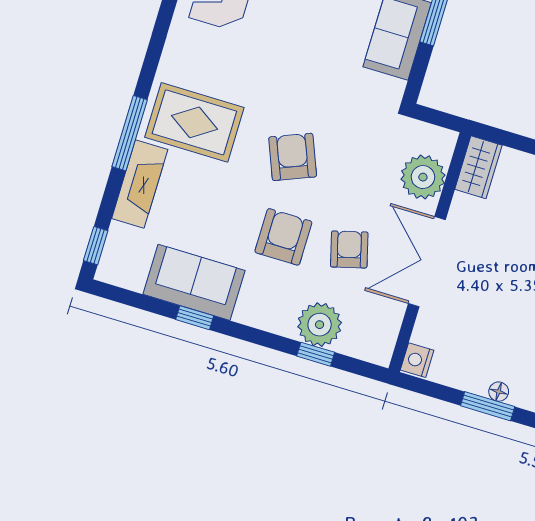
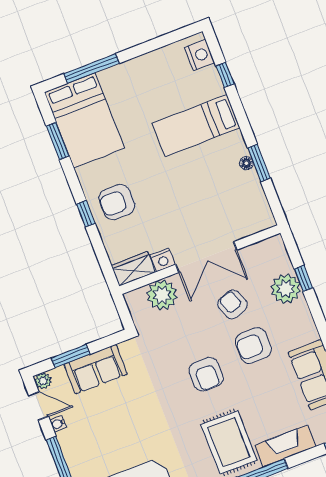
armchair: (293, 157) -> (206, 374), turned -68
armchair: (349, 249) -> (232, 304), turned 85
nightstand: (417, 360) -> (163, 260), moved

